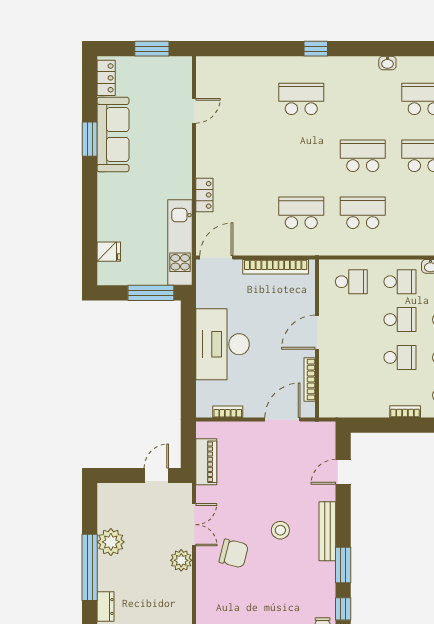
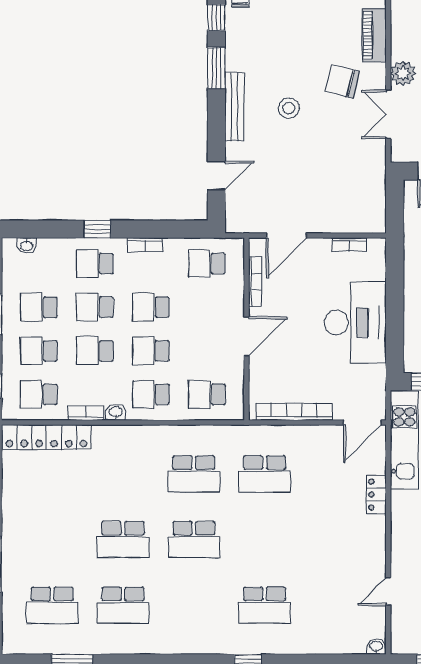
washbasin: (387, 63) -> (376, 647), moved
school desk: (351, 395) -> (207, 264), added
piano: (206, 462) -> (374, 35), moved

